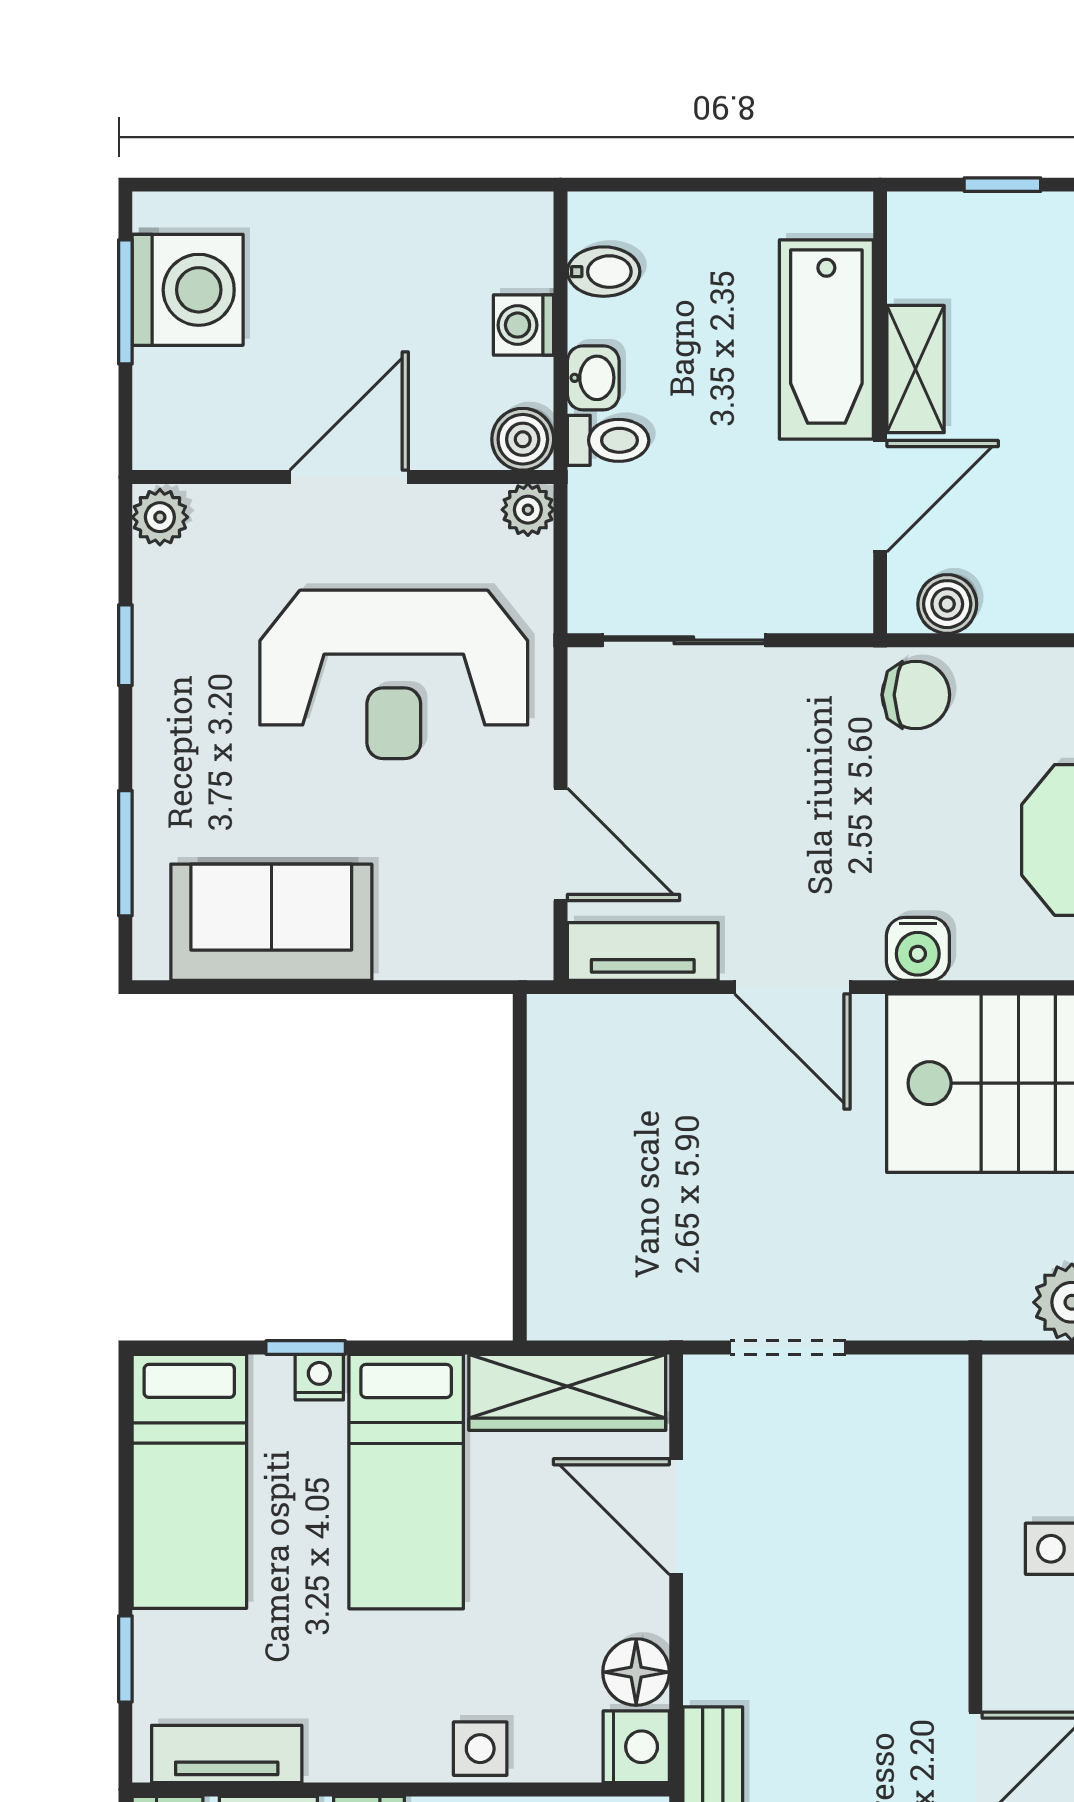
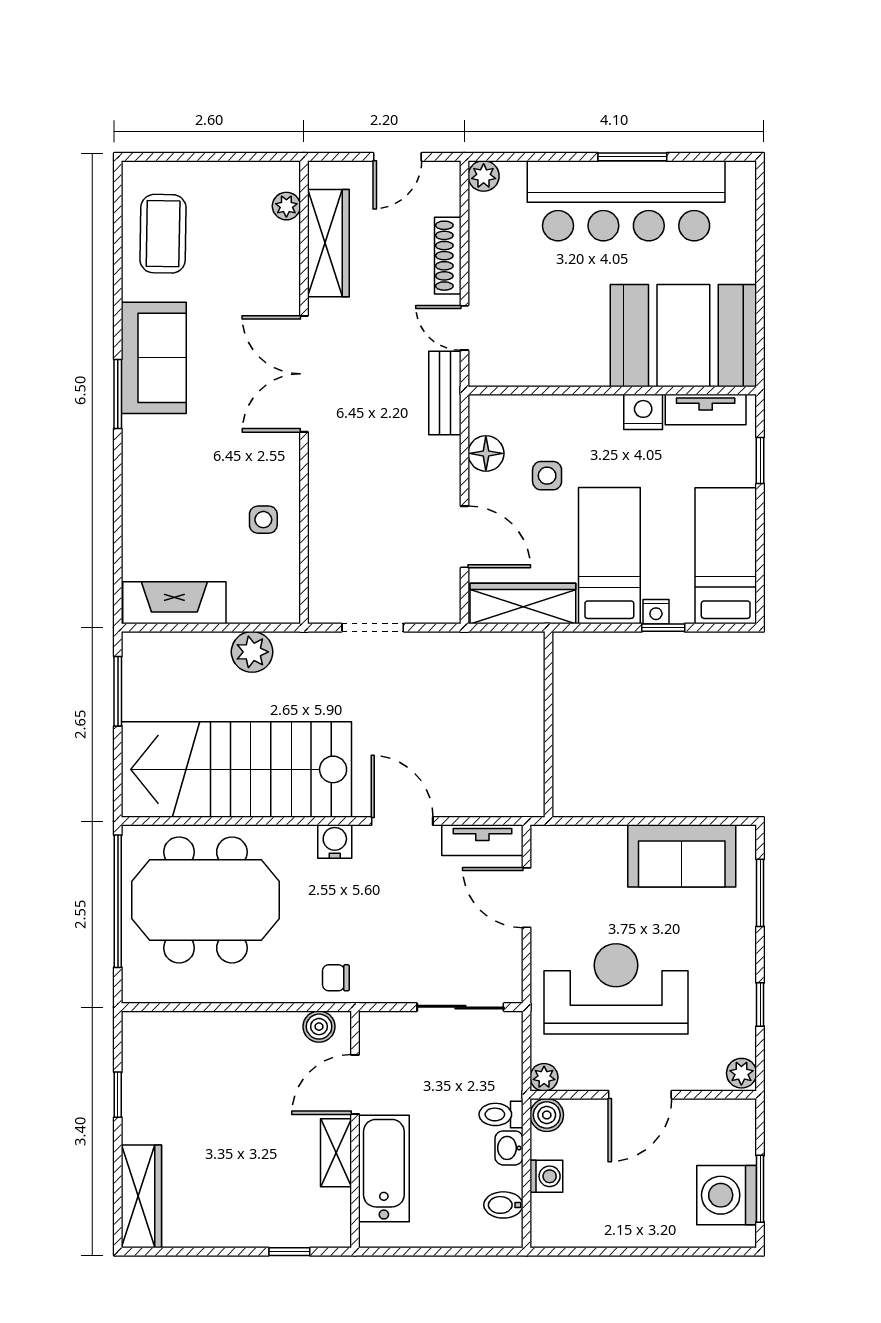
chair: (916, 695) -> (336, 978), width x0.73, depth x0.73
doorway: (788, 1347) -> (373, 628), moved
nightstand: (636, 1747) -> (643, 412), moved, turned 90
side table: (480, 1749) -> (547, 476), moved

